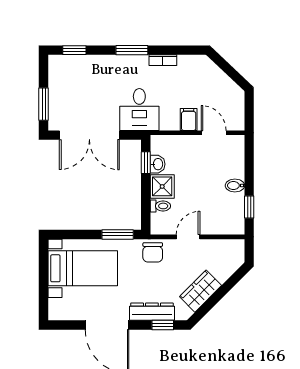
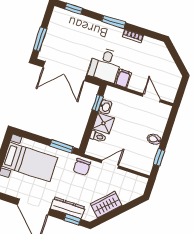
filing cabinet: (189, 119) -> (123, 78), moved

